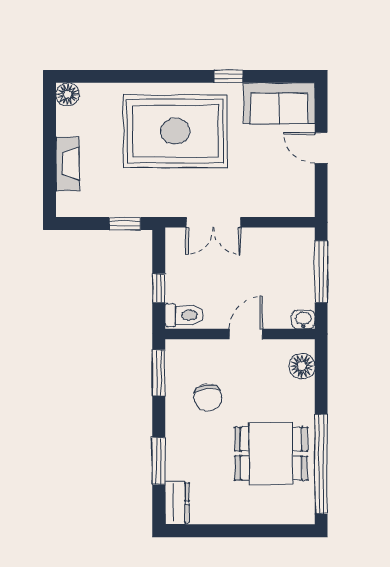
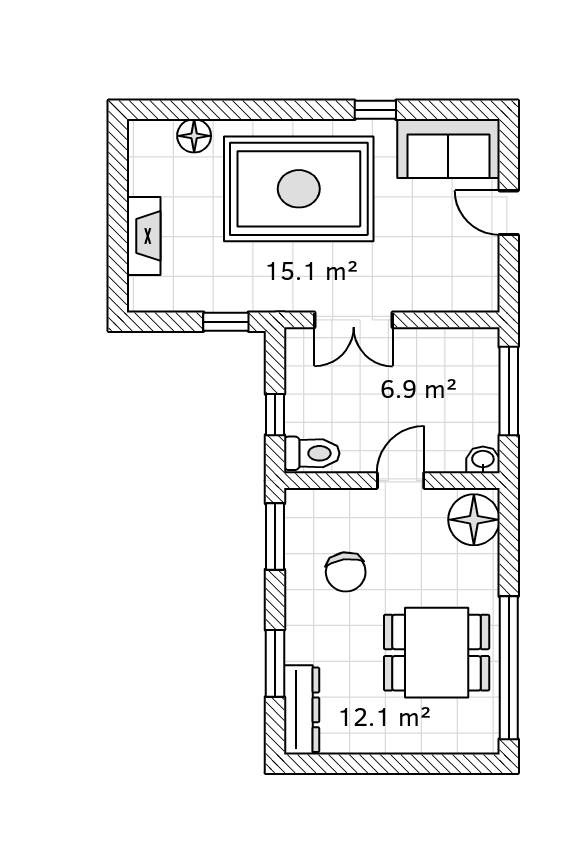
floor lamp: (68, 94) -> (194, 136), moved
floor lamp: (302, 366) -> (474, 520), width x1.38, depth x1.38
dresser: (177, 503) -> (302, 710), width x1.44

